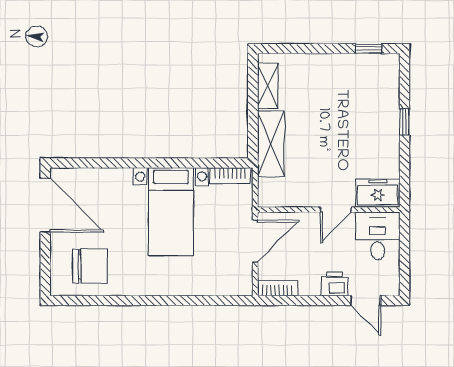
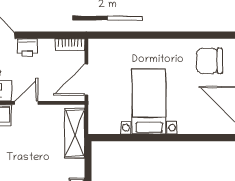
shelving: (271, 144) -> (75, 133), moved
bookcase: (230, 176) -> (105, 128), removed

